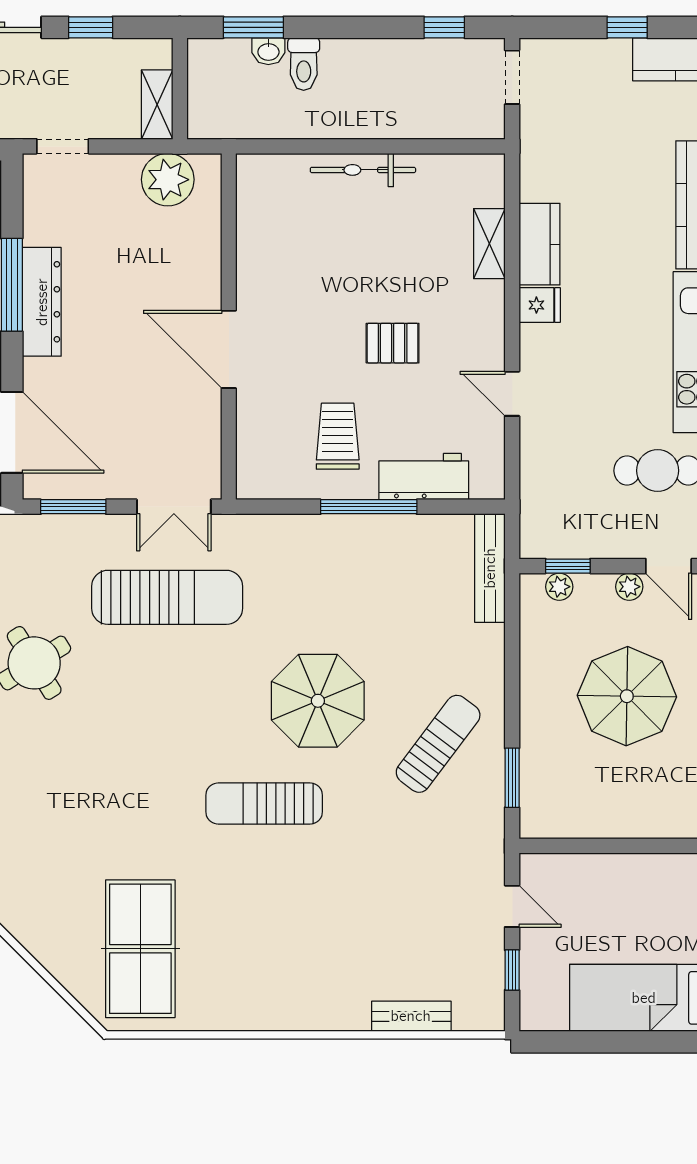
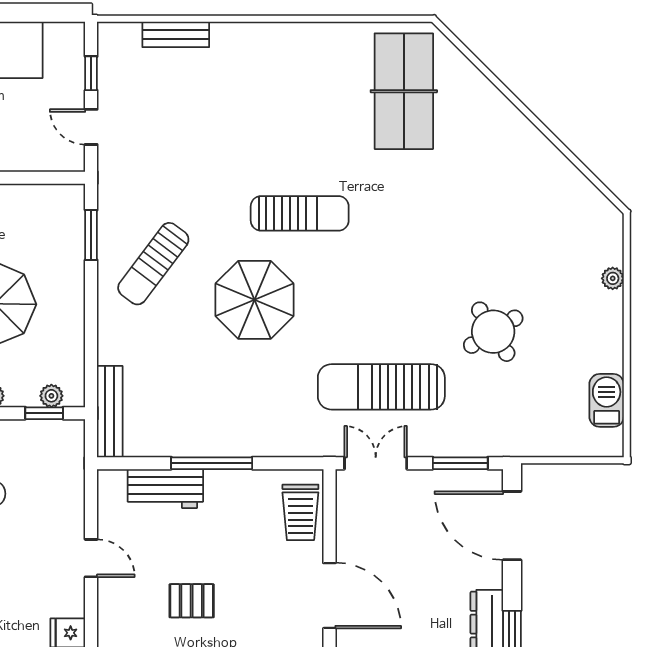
trolley: (338, 436) -> (300, 512), moved

